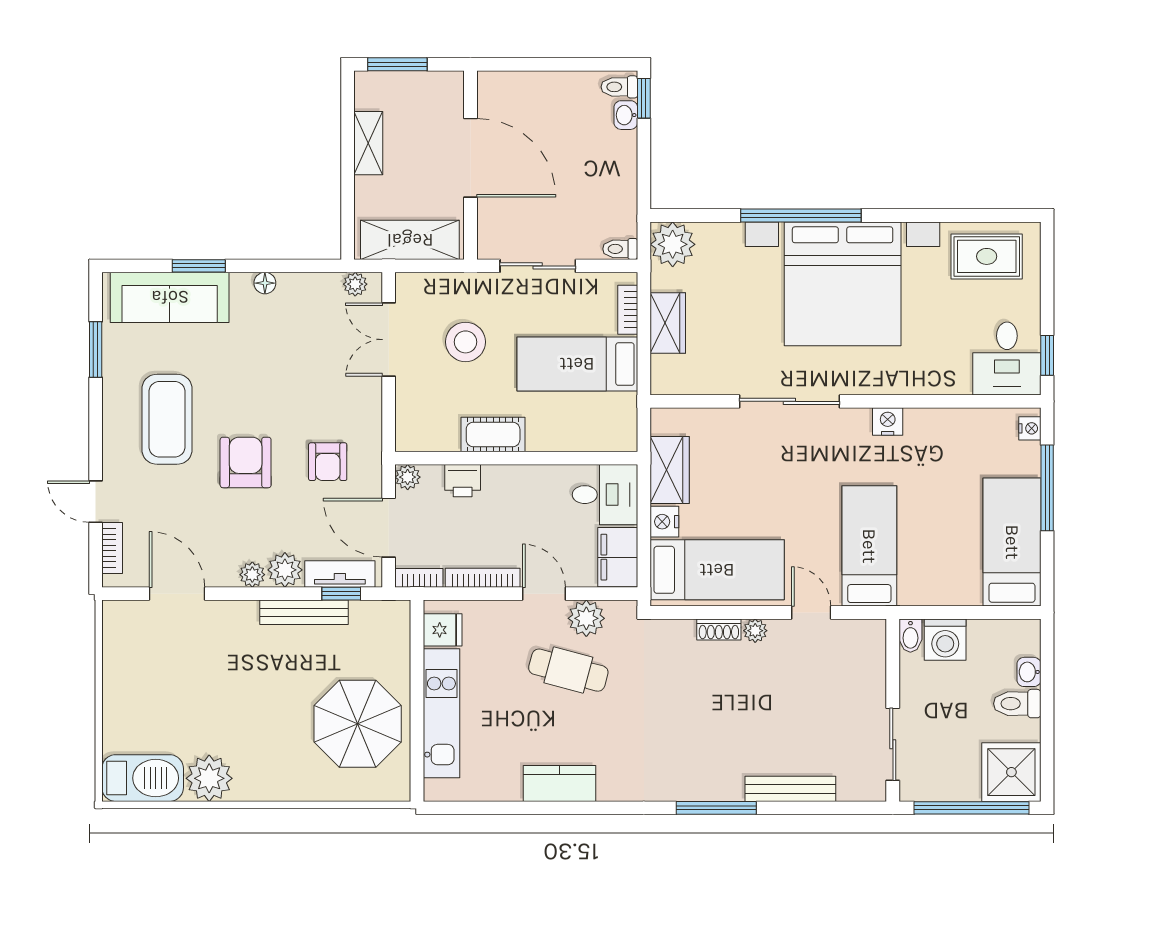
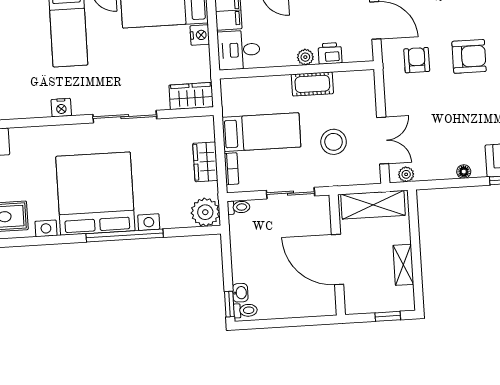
window: (397, 64) -> (388, 316), width x0.67
armchair: (246, 462) -> (469, 56), turned -90
wardrobe: (670, 470) -> (191, 96), moved, turned 90
plant: (408, 477) -> (305, 57), moved

